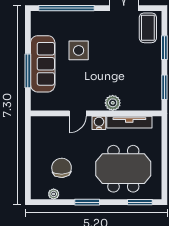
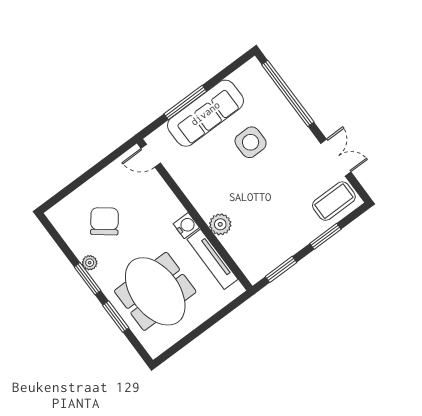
door: (78, 113) -> (151, 156), moved
chair: (62, 168) -> (104, 221), turned -49
plant: (54, 194) -> (90, 263), moved
window: (140, 202) -> (116, 316), moved

